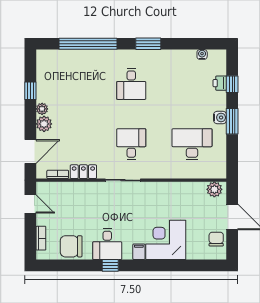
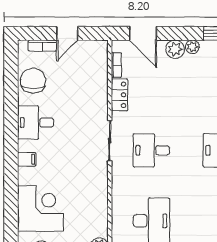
desk: (131, 144) -> (151, 150), turned 180
door: (30, 204) -> (67, 33), moved
corner desk: (166, 240) -> (40, 208), moved
window: (110, 265) -> (11, 126), removed

